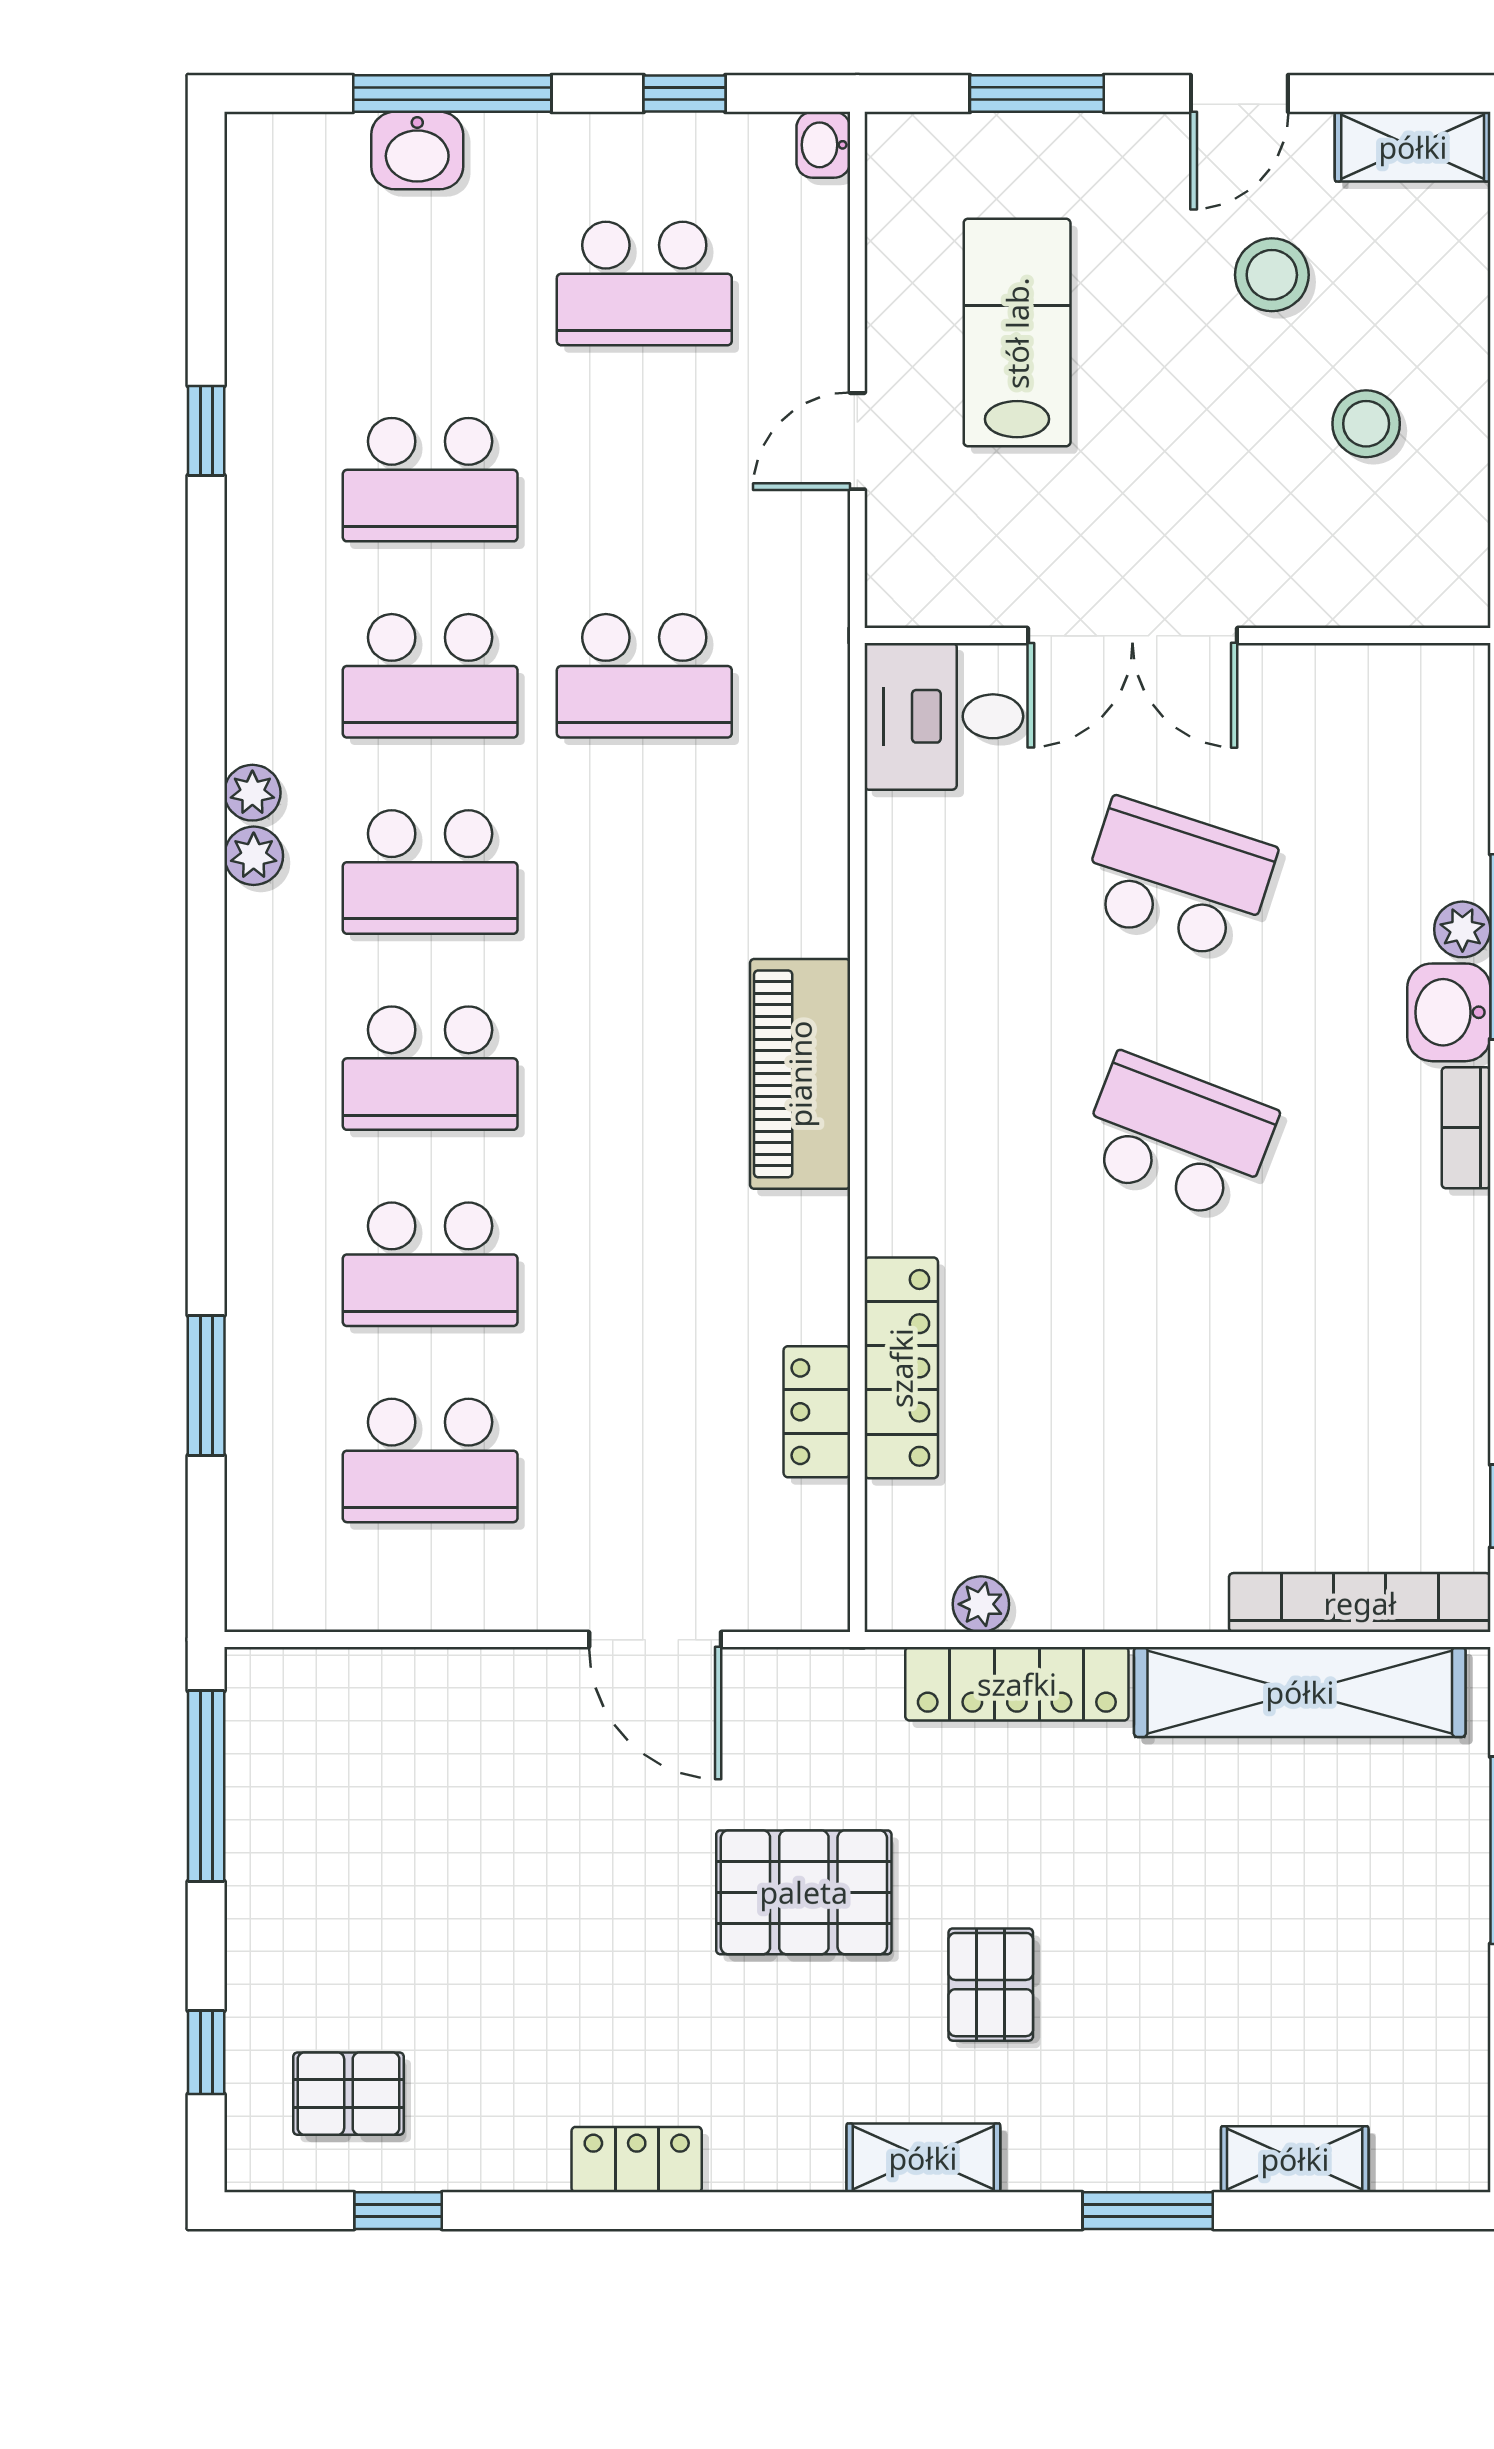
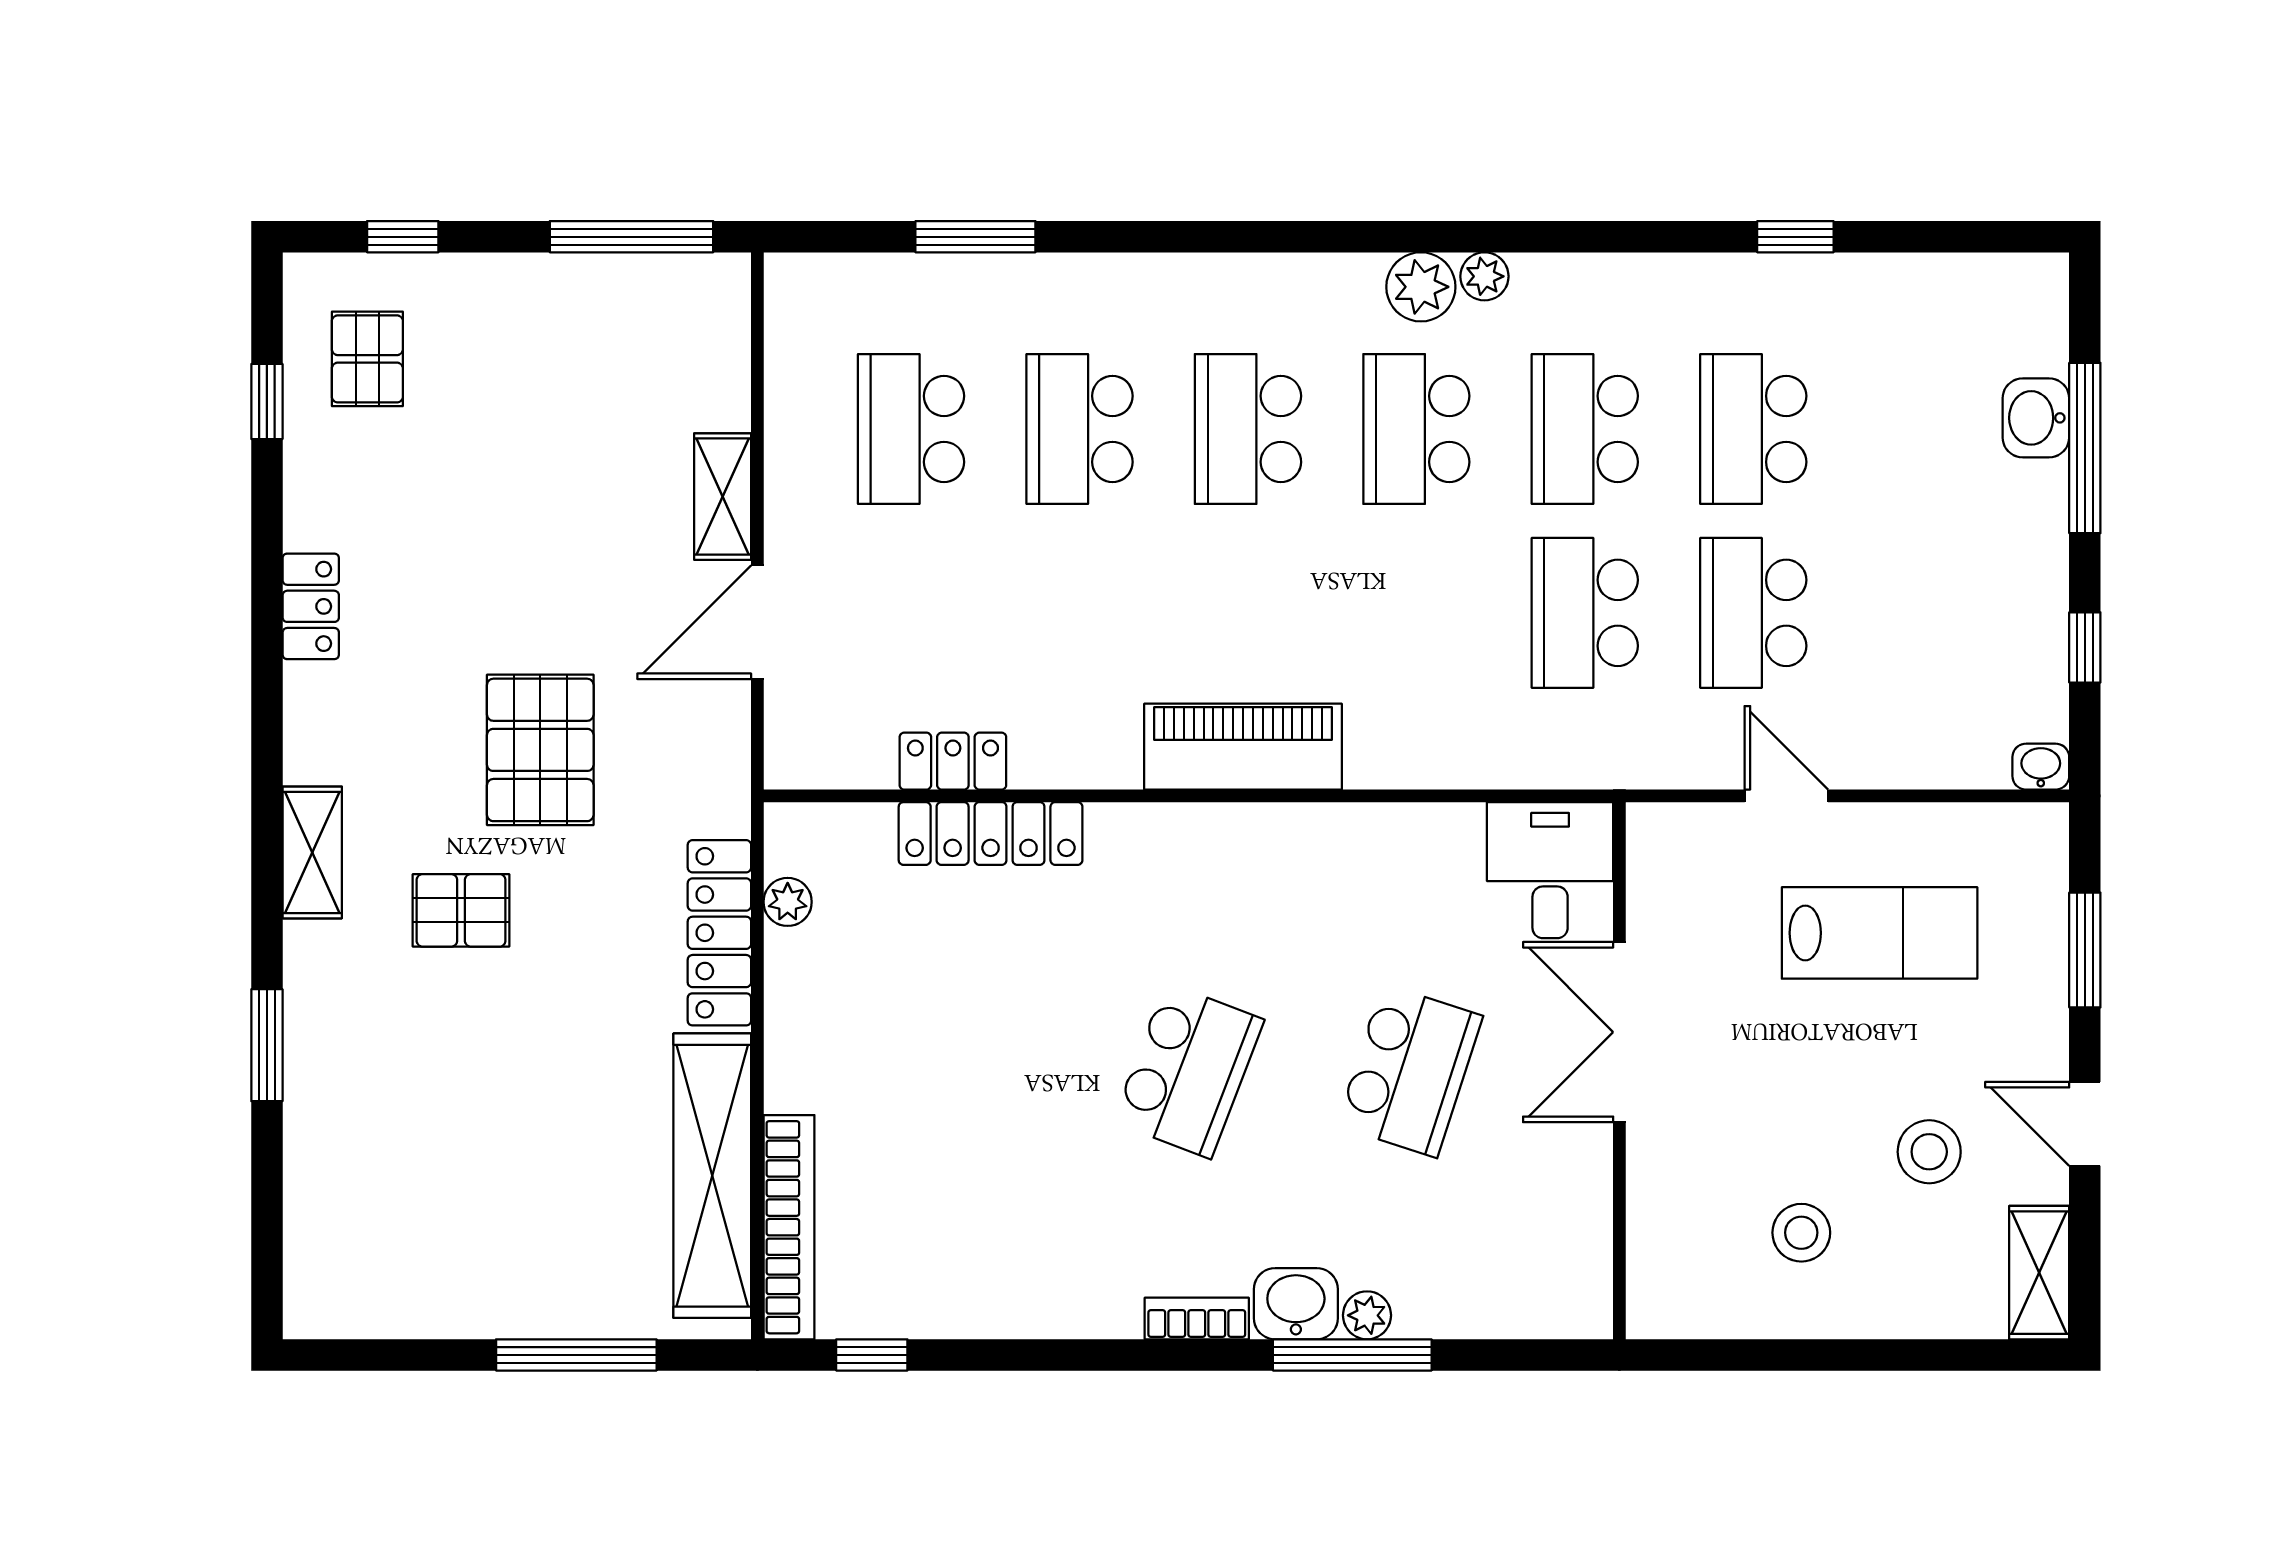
school desk: (644, 283) -> (1753, 613), moved
plant: (254, 856) -> (1421, 287), width x1.38, depth x1.38
shelving: (1295, 2159) -> (723, 497), moved

